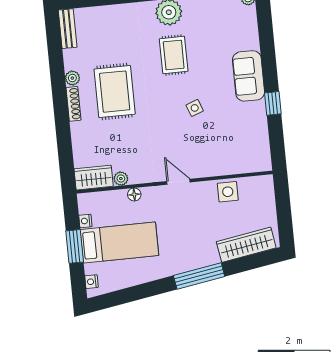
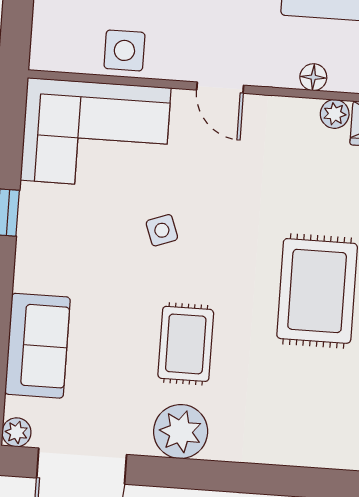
sofa: (249, 76) -> (38, 346), moved
corner sofa: (235, 149) -> (96, 134), added

